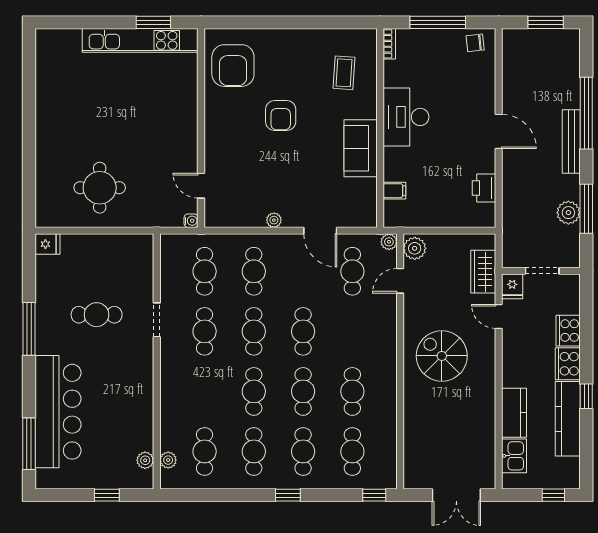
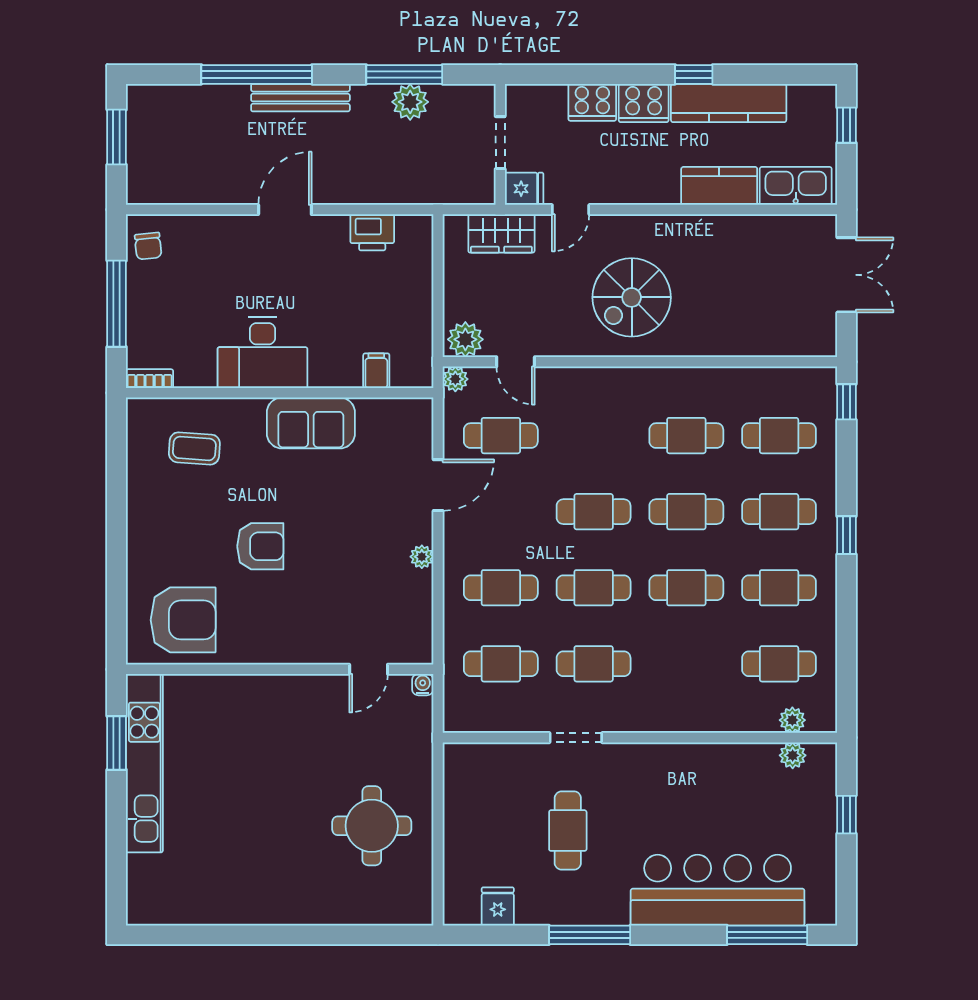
fridge: (47, 244) -> (498, 906), moved
kitchen sink: (514, 456) -> (796, 186), width x1.38

